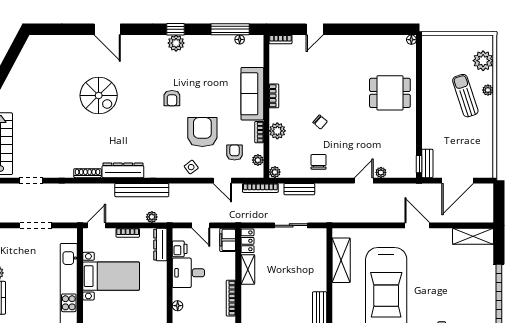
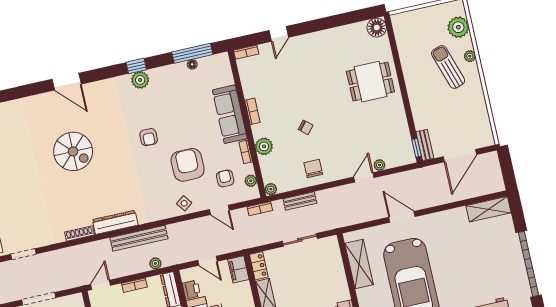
floor lamp: (240, 39) -> (192, 64), moved
floor lamp: (411, 40) -> (377, 28), width x1.89, depth x1.89
bookcase: (260, 188) -> (260, 209), width x0.64
door: (417, 225) -> (402, 217), moved

